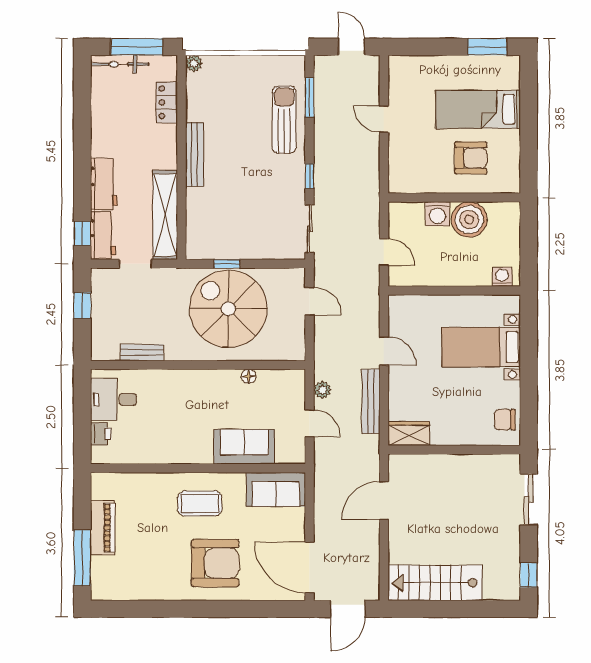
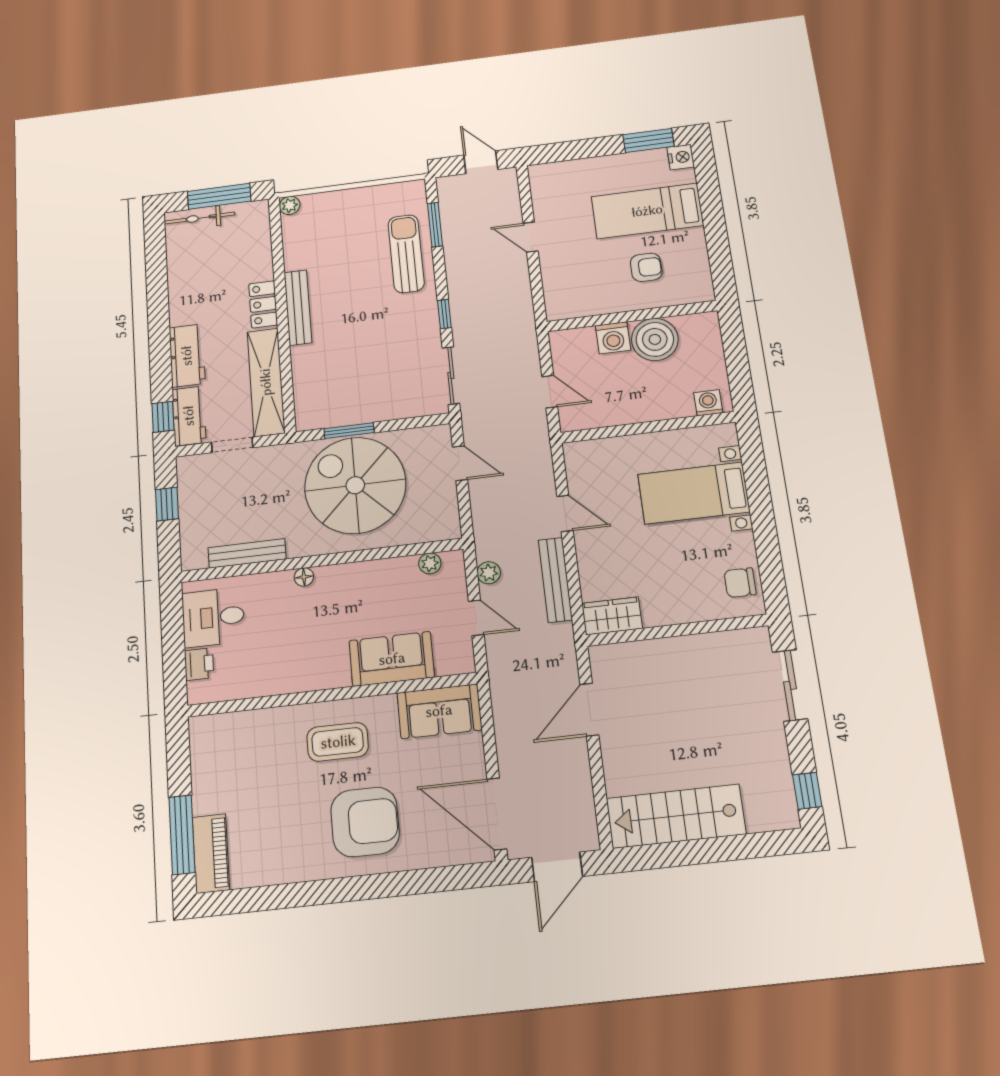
nightstand: (511, 65) -> (681, 157), added
locker: (167, 102) -> (263, 304), moved
armchair: (471, 158) -> (646, 267), width x0.72, depth x0.72
window: (227, 264) -> (349, 431), width x1.50
bench: (142, 353) -> (247, 553), width x1.36
floor lamp: (249, 376) -> (304, 577), moved
plant: (279, 377) -> (430, 563), added
piano: (103, 528) -> (211, 853), moved

